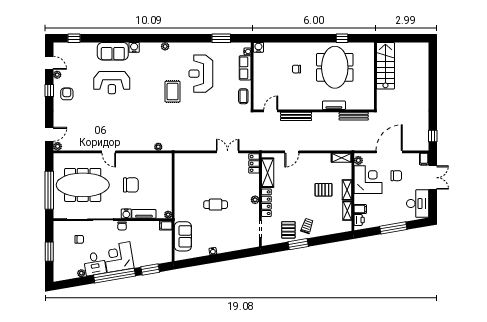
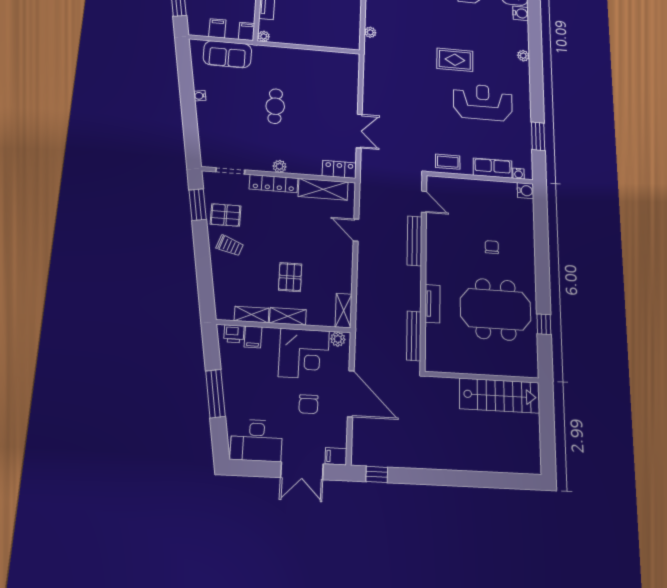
filing cabinet: (165, 244) -> (217, 28), added
window: (298, 244) -> (198, 205), moved

